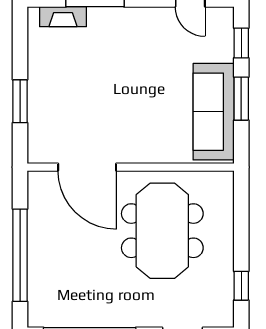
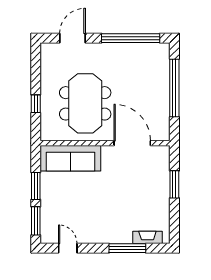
window: (241, 43) -> (36, 221), width x1.50
sofa: (214, 112) -> (70, 158), moved, turned 90
window: (241, 286) -> (36, 104), moved

